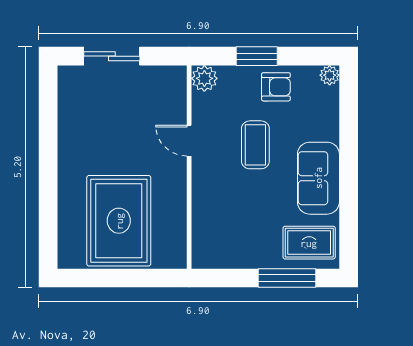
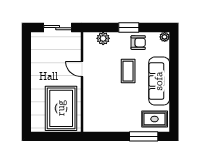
door: (189, 141) -> (82, 69), moved
wall: (189, 167) -> (82, 82), moved
sofa: (318, 178) -> (159, 81), width x1.36

